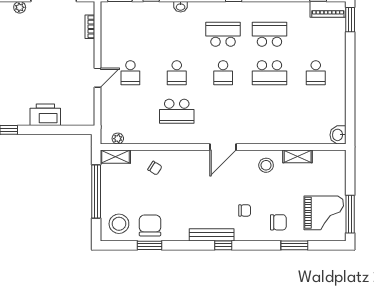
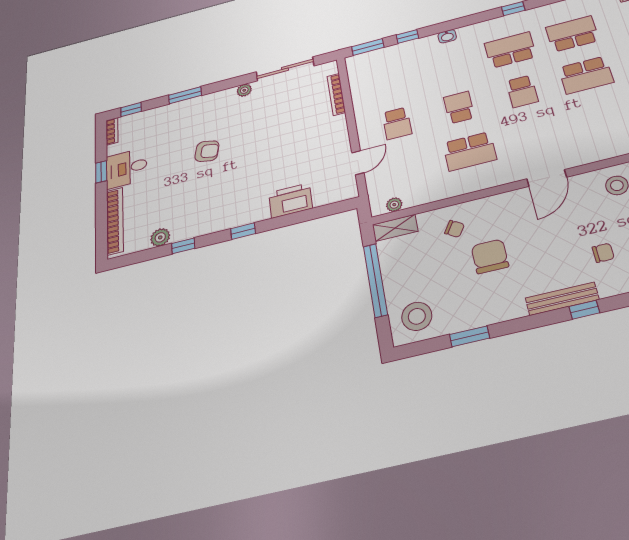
bookcase: (90, 27) -> (336, 94), width x1.56
school desk: (177, 73) -> (459, 107), turned 180
door: (98, 78) -> (358, 163), moved
chair: (150, 225) -> (490, 256), moved

